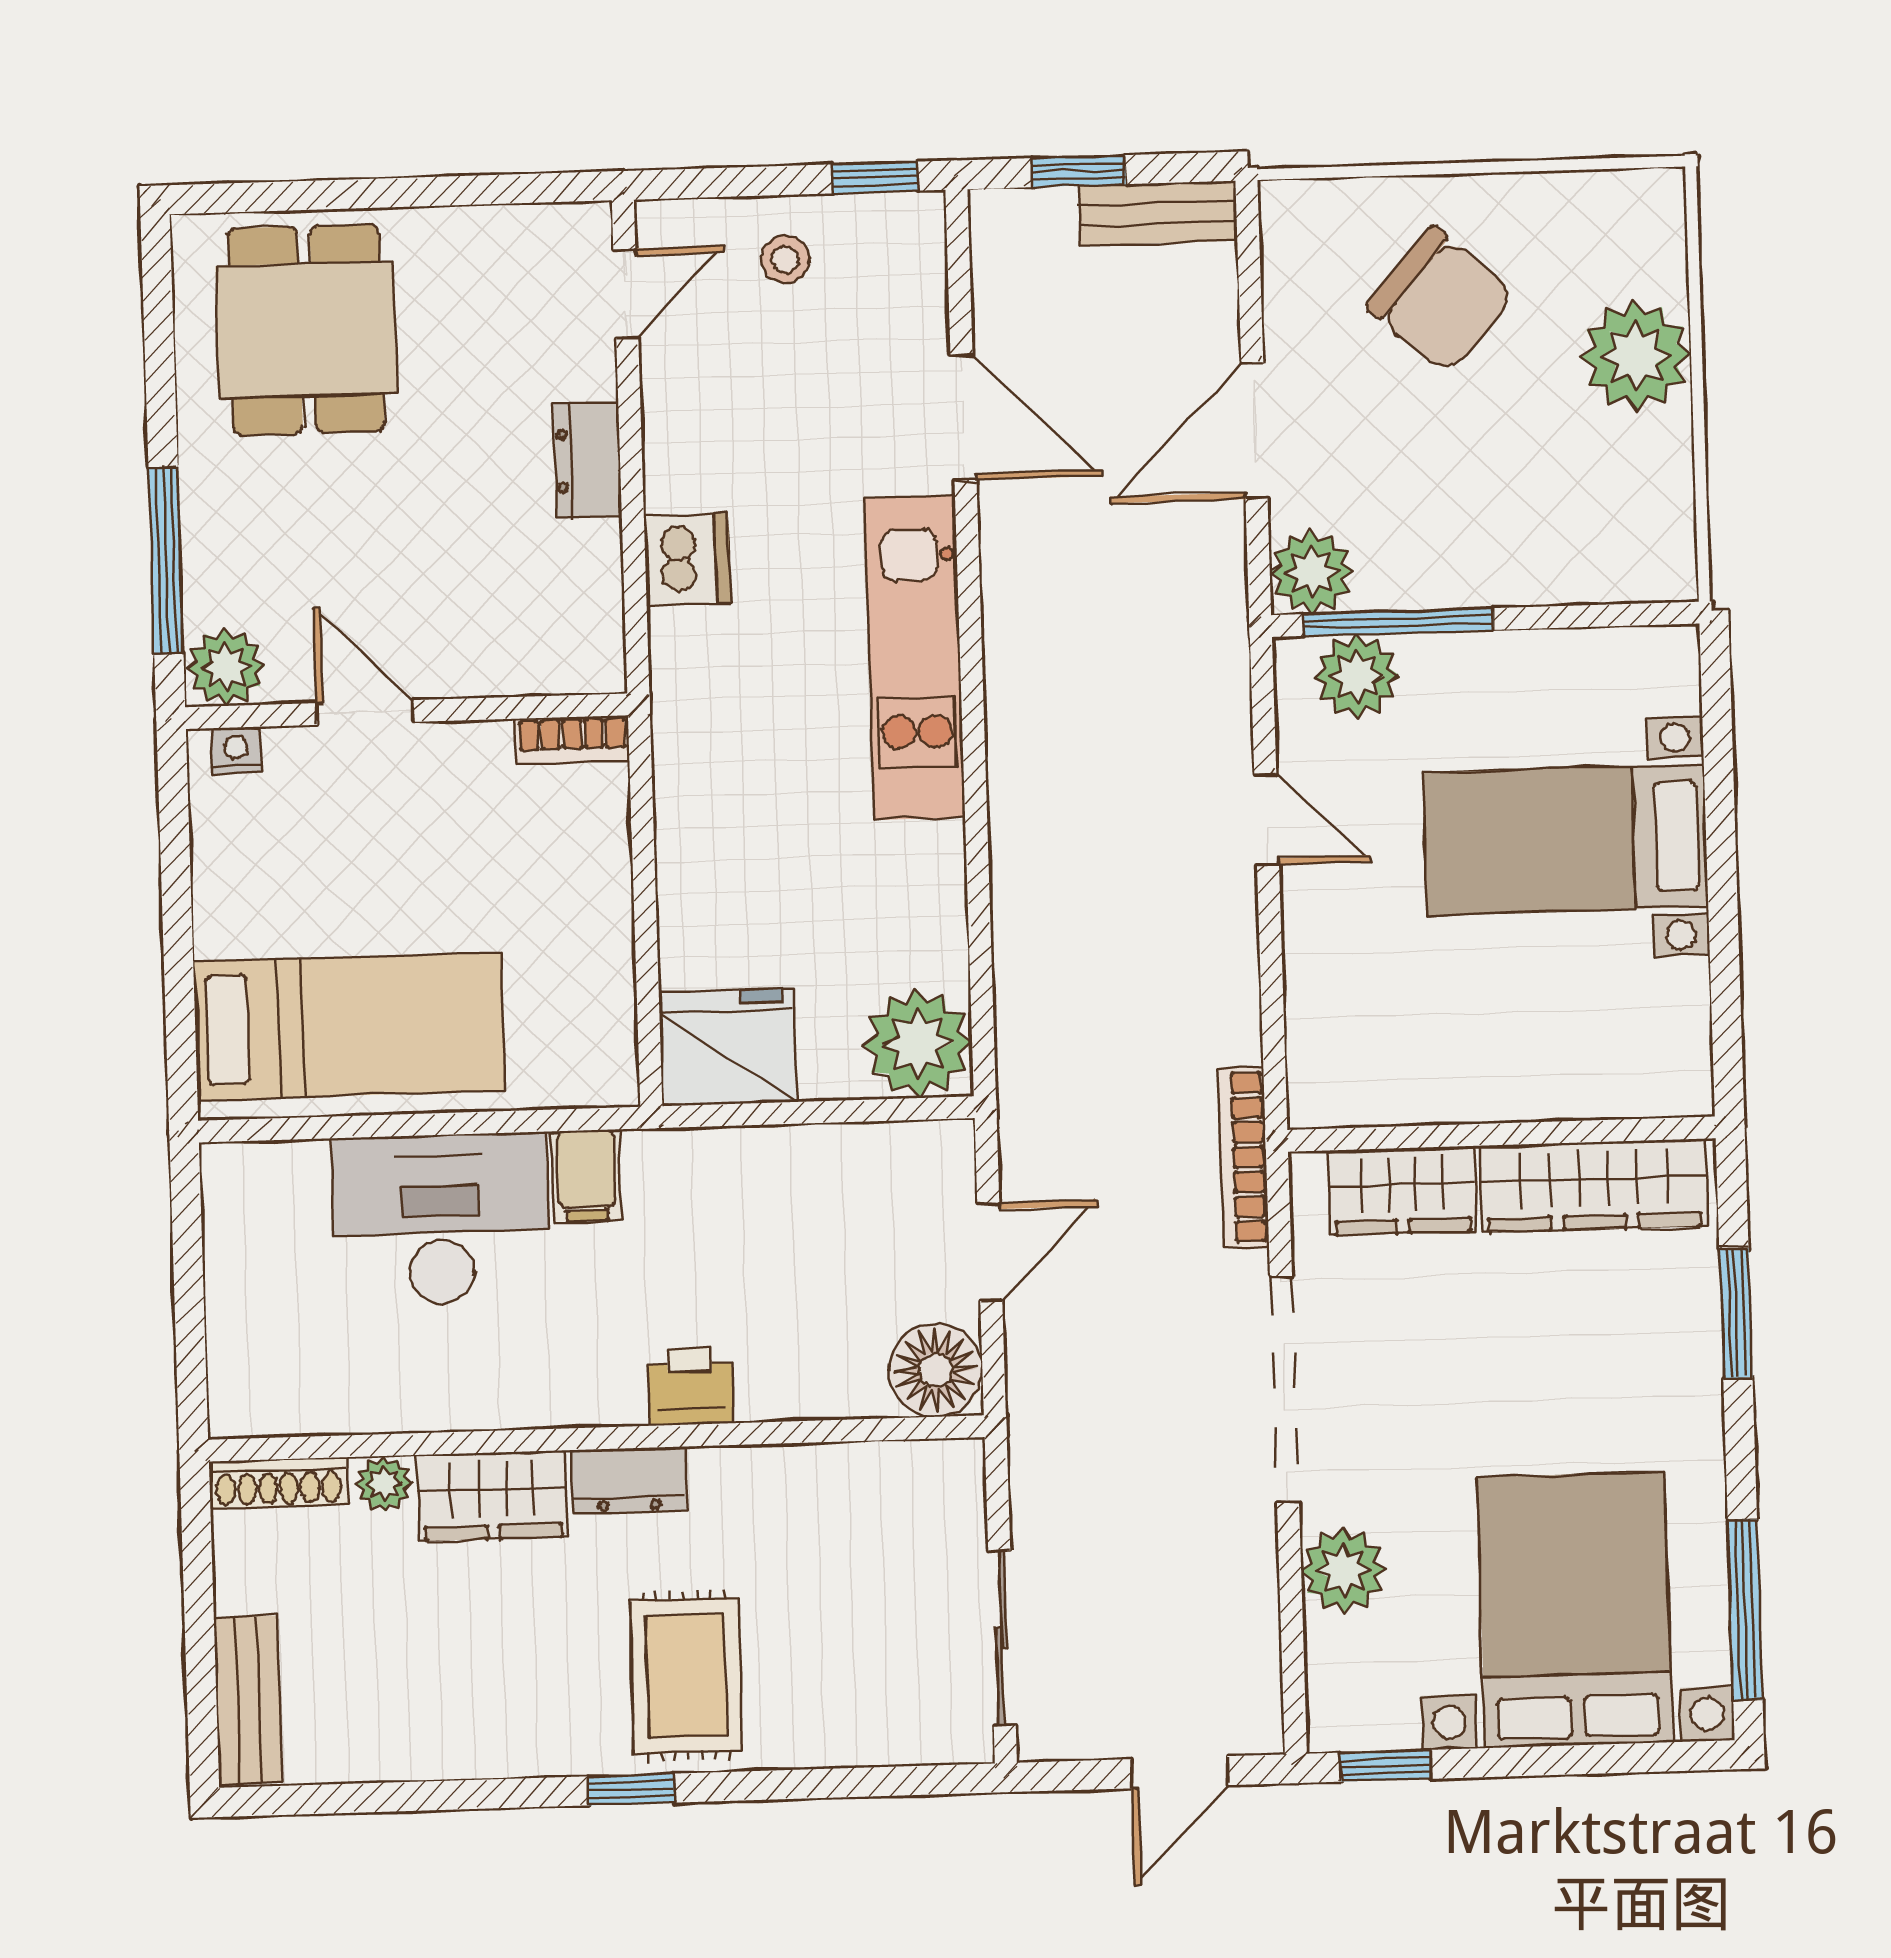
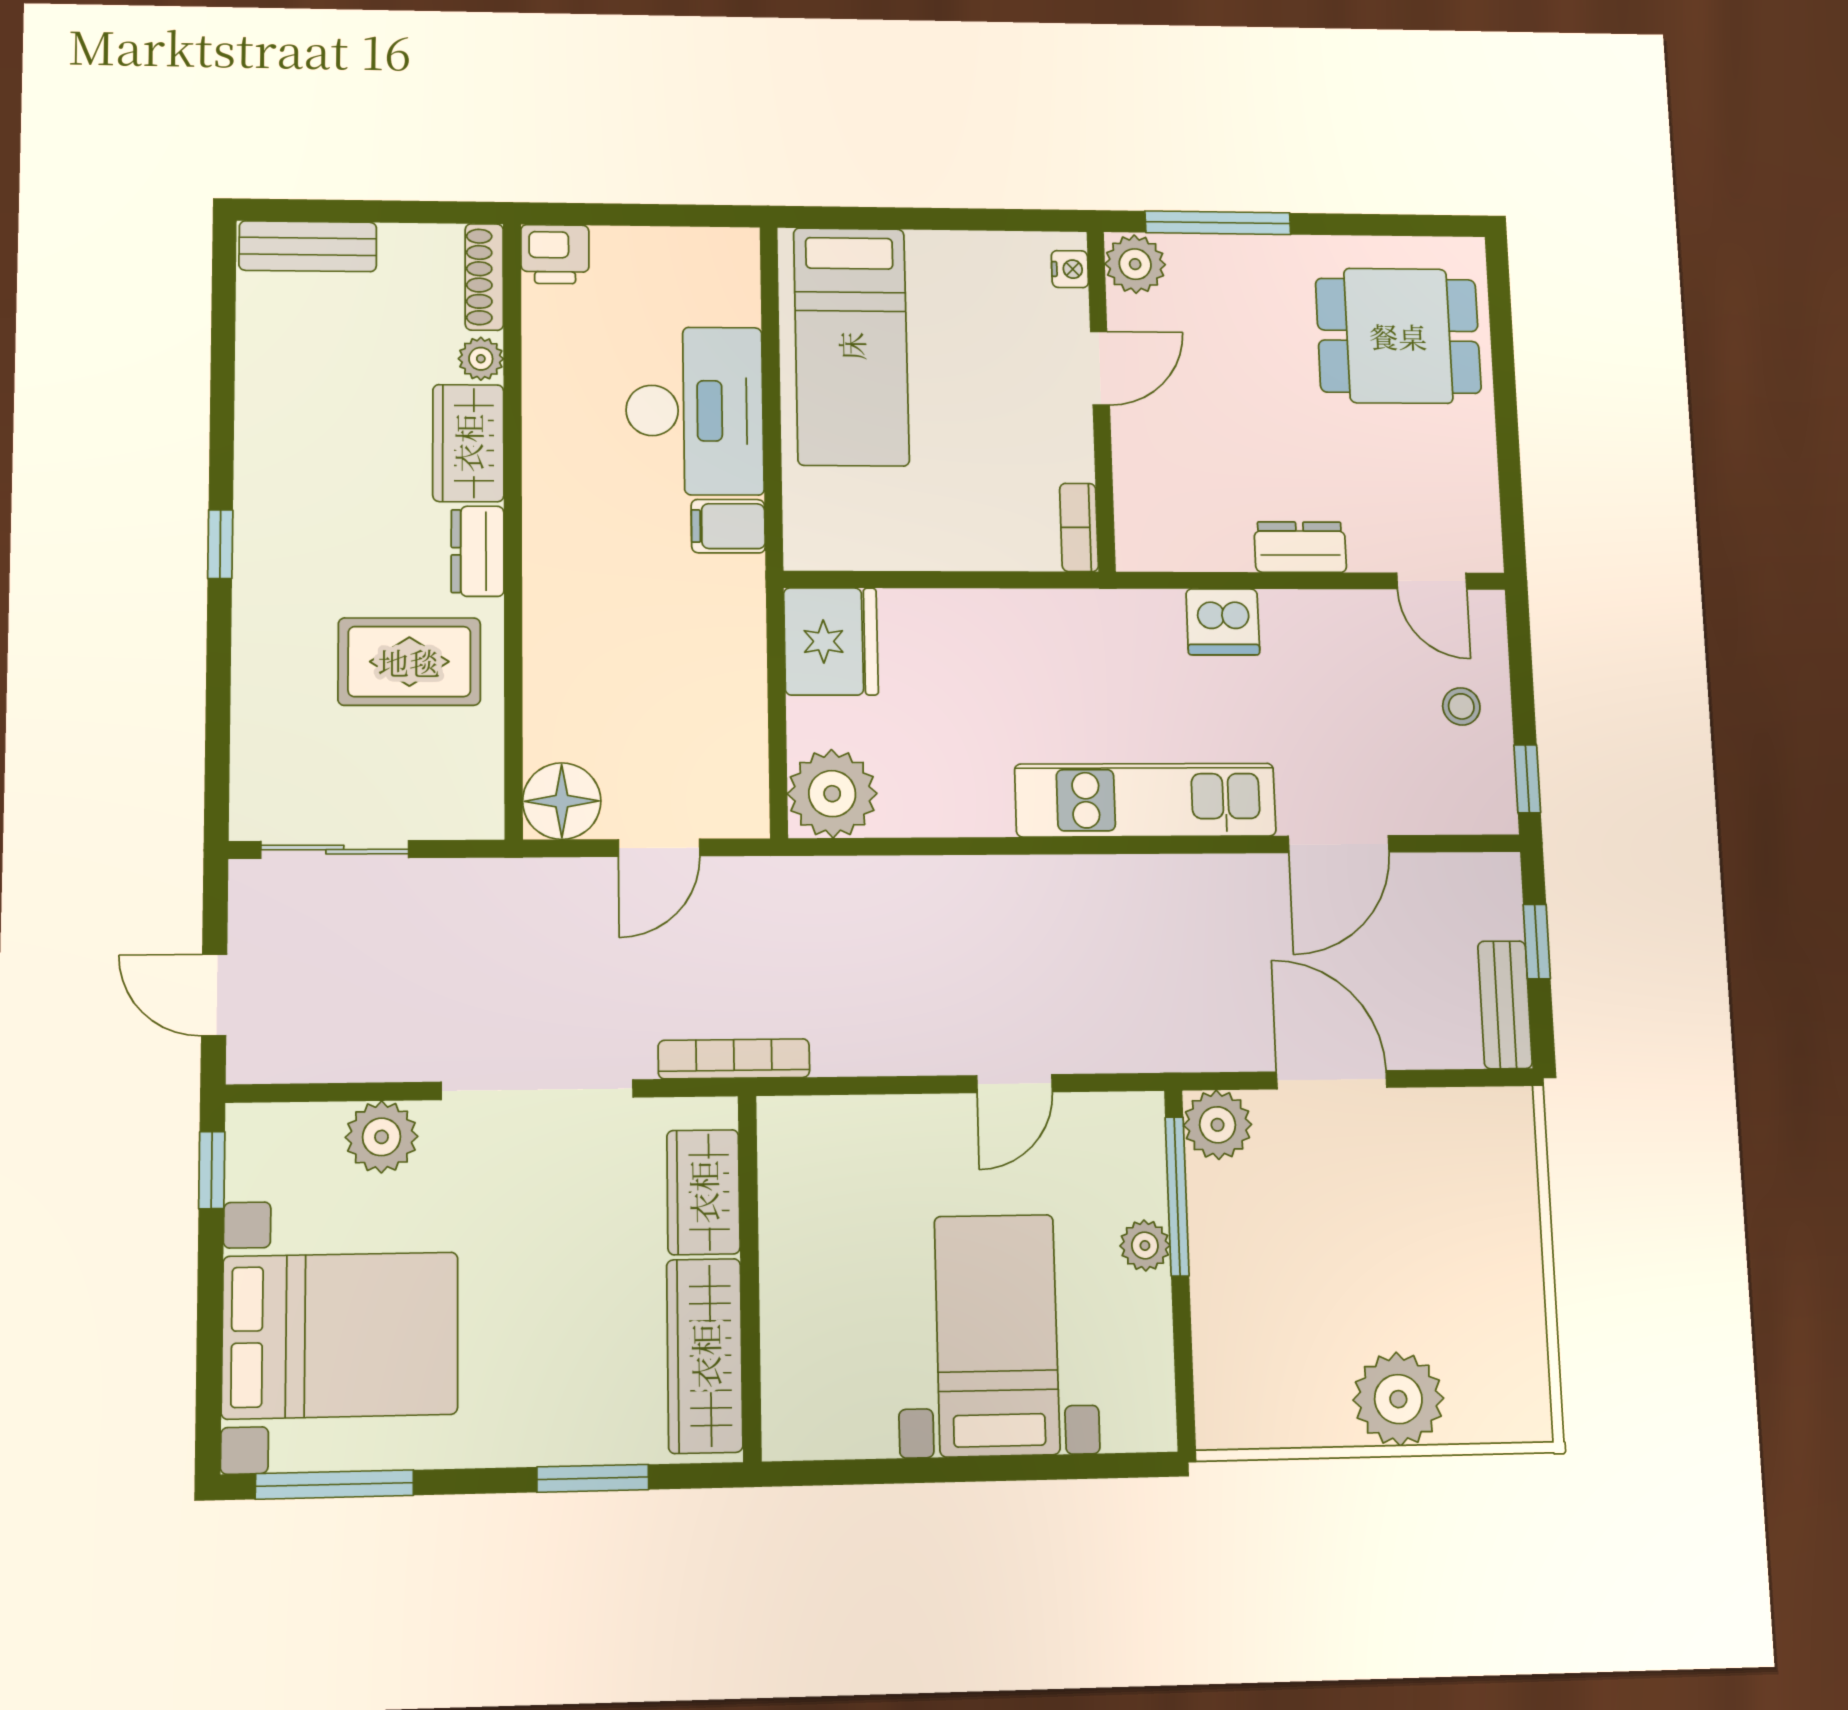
chair: (1440, 300) -> (1441, 1235), removed
plant: (1357, 676) -> (1145, 1245), moved, width x0.73, depth x0.73
door: (990, 1252) -> (659, 848), hinge flipped
printer: (690, 1386) -> (555, 254), moved, turned 90
rug: (686, 1676) -> (409, 662), moved

